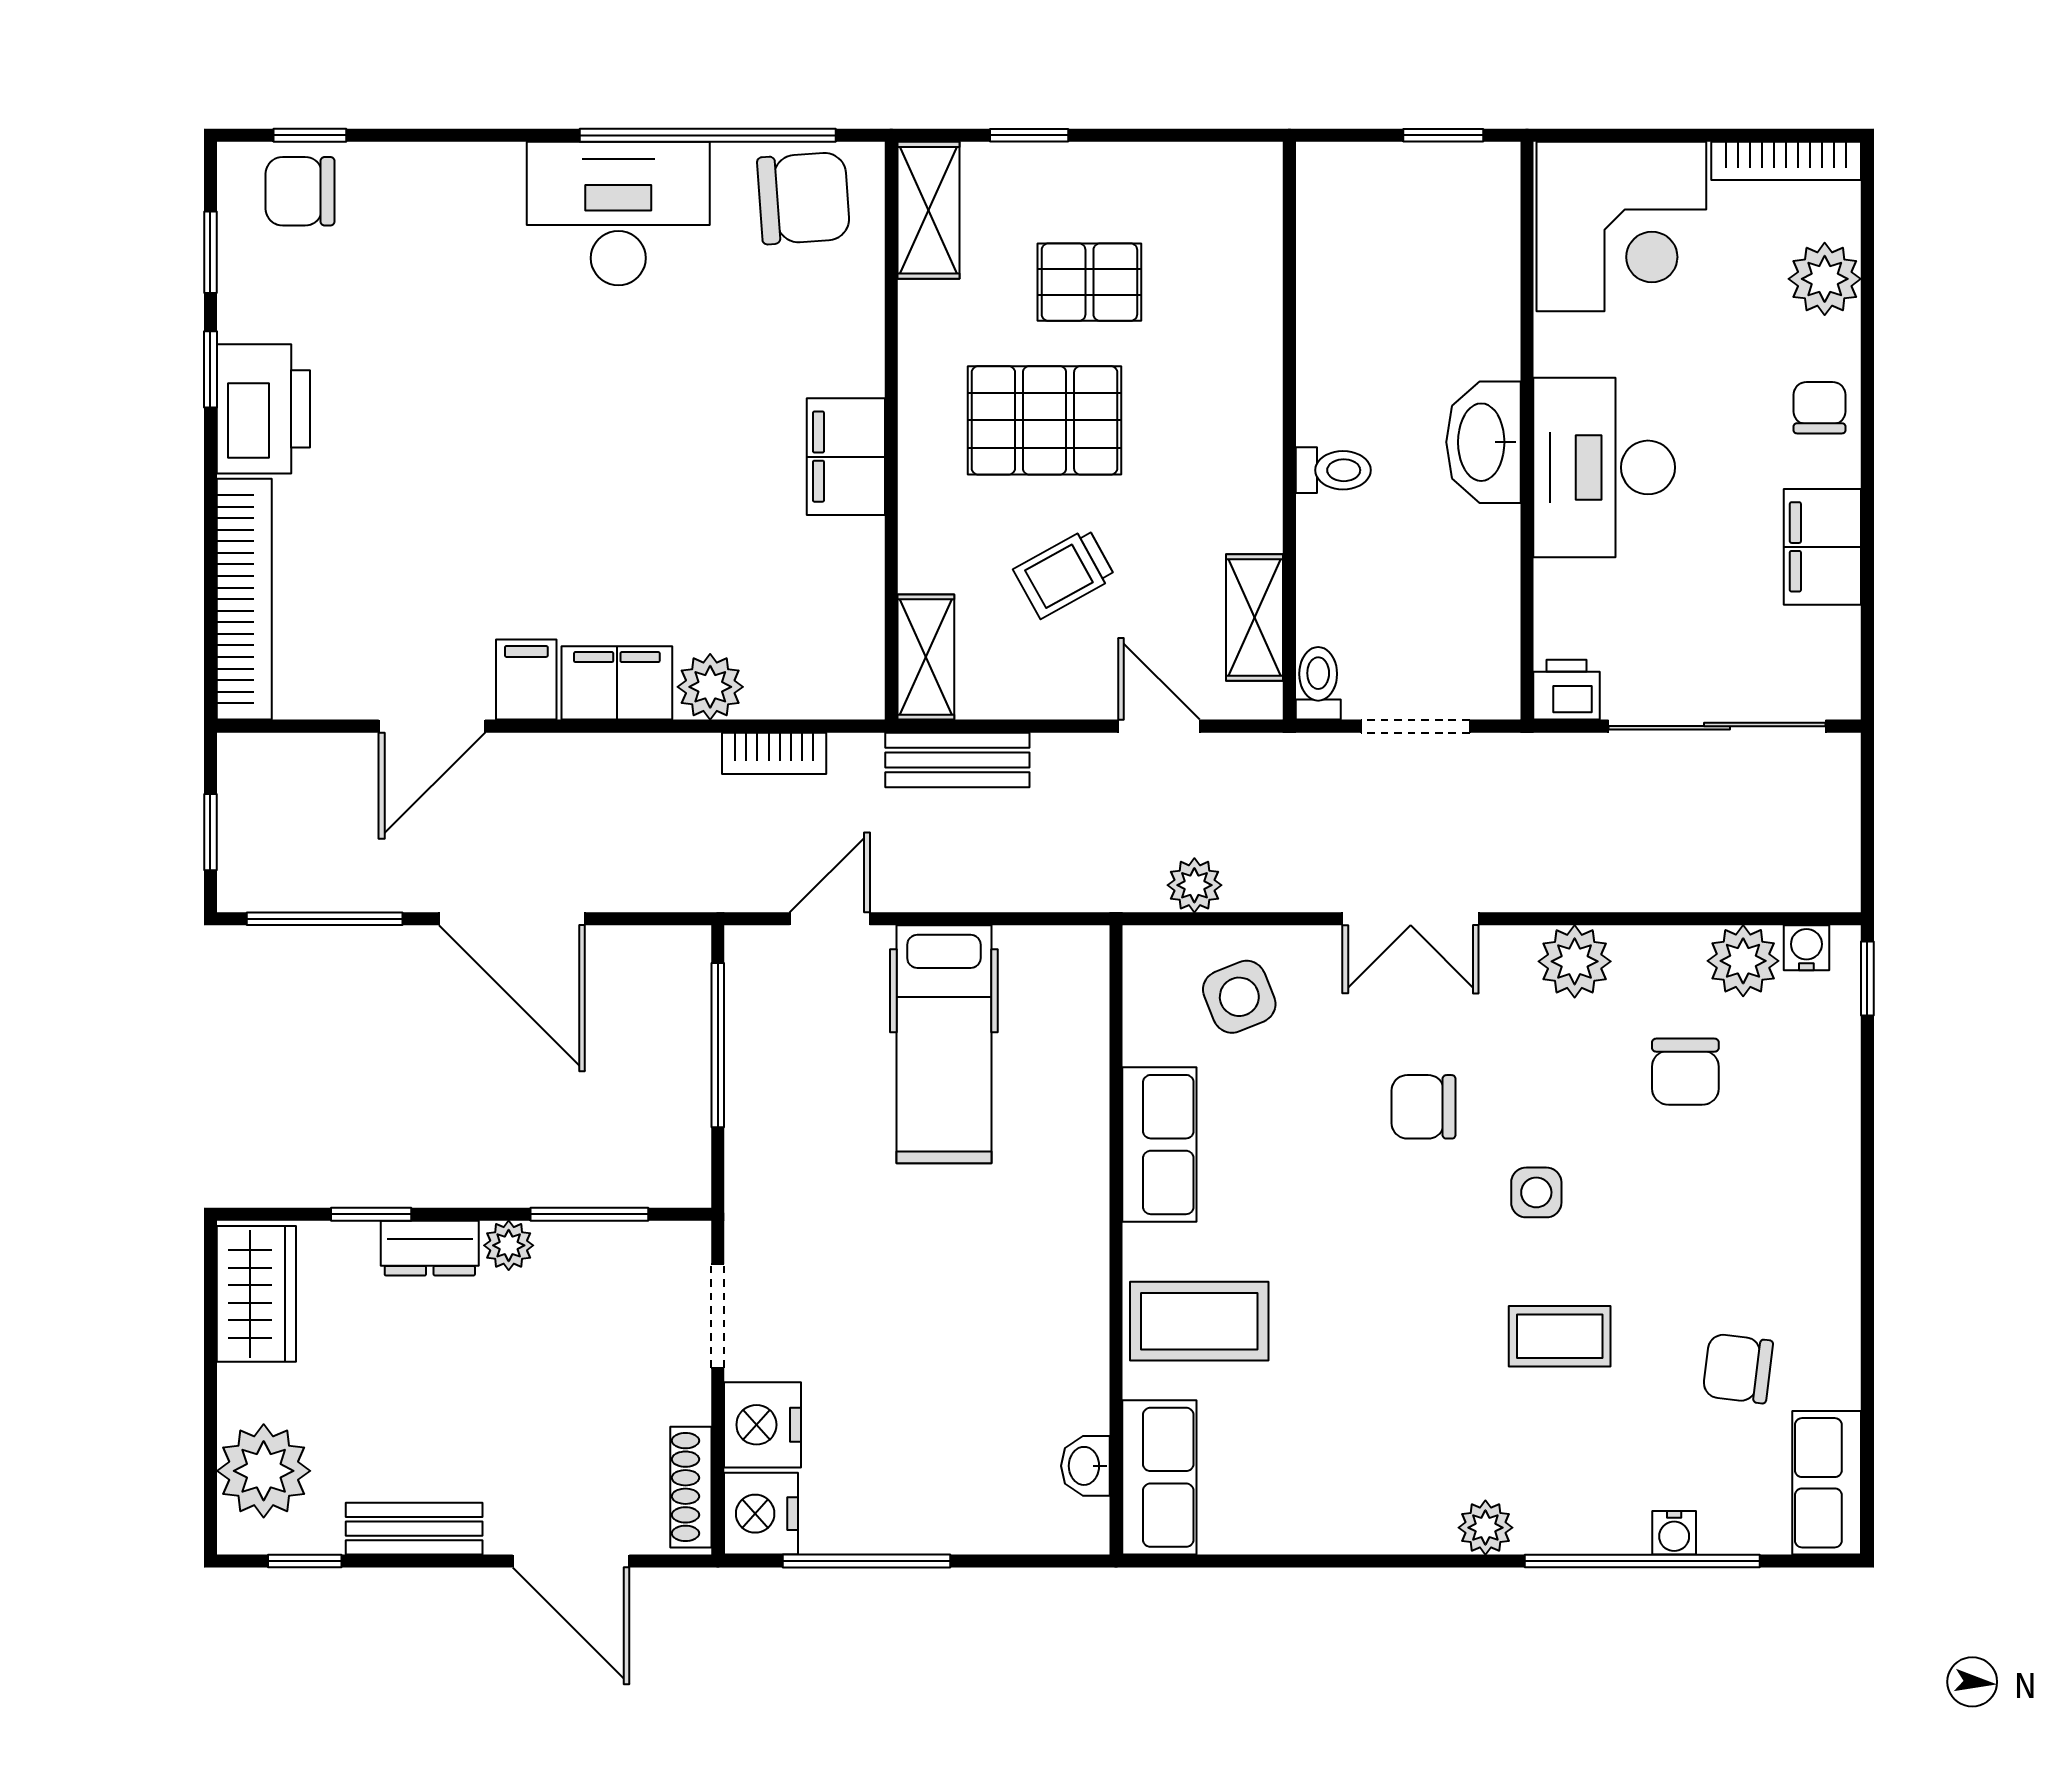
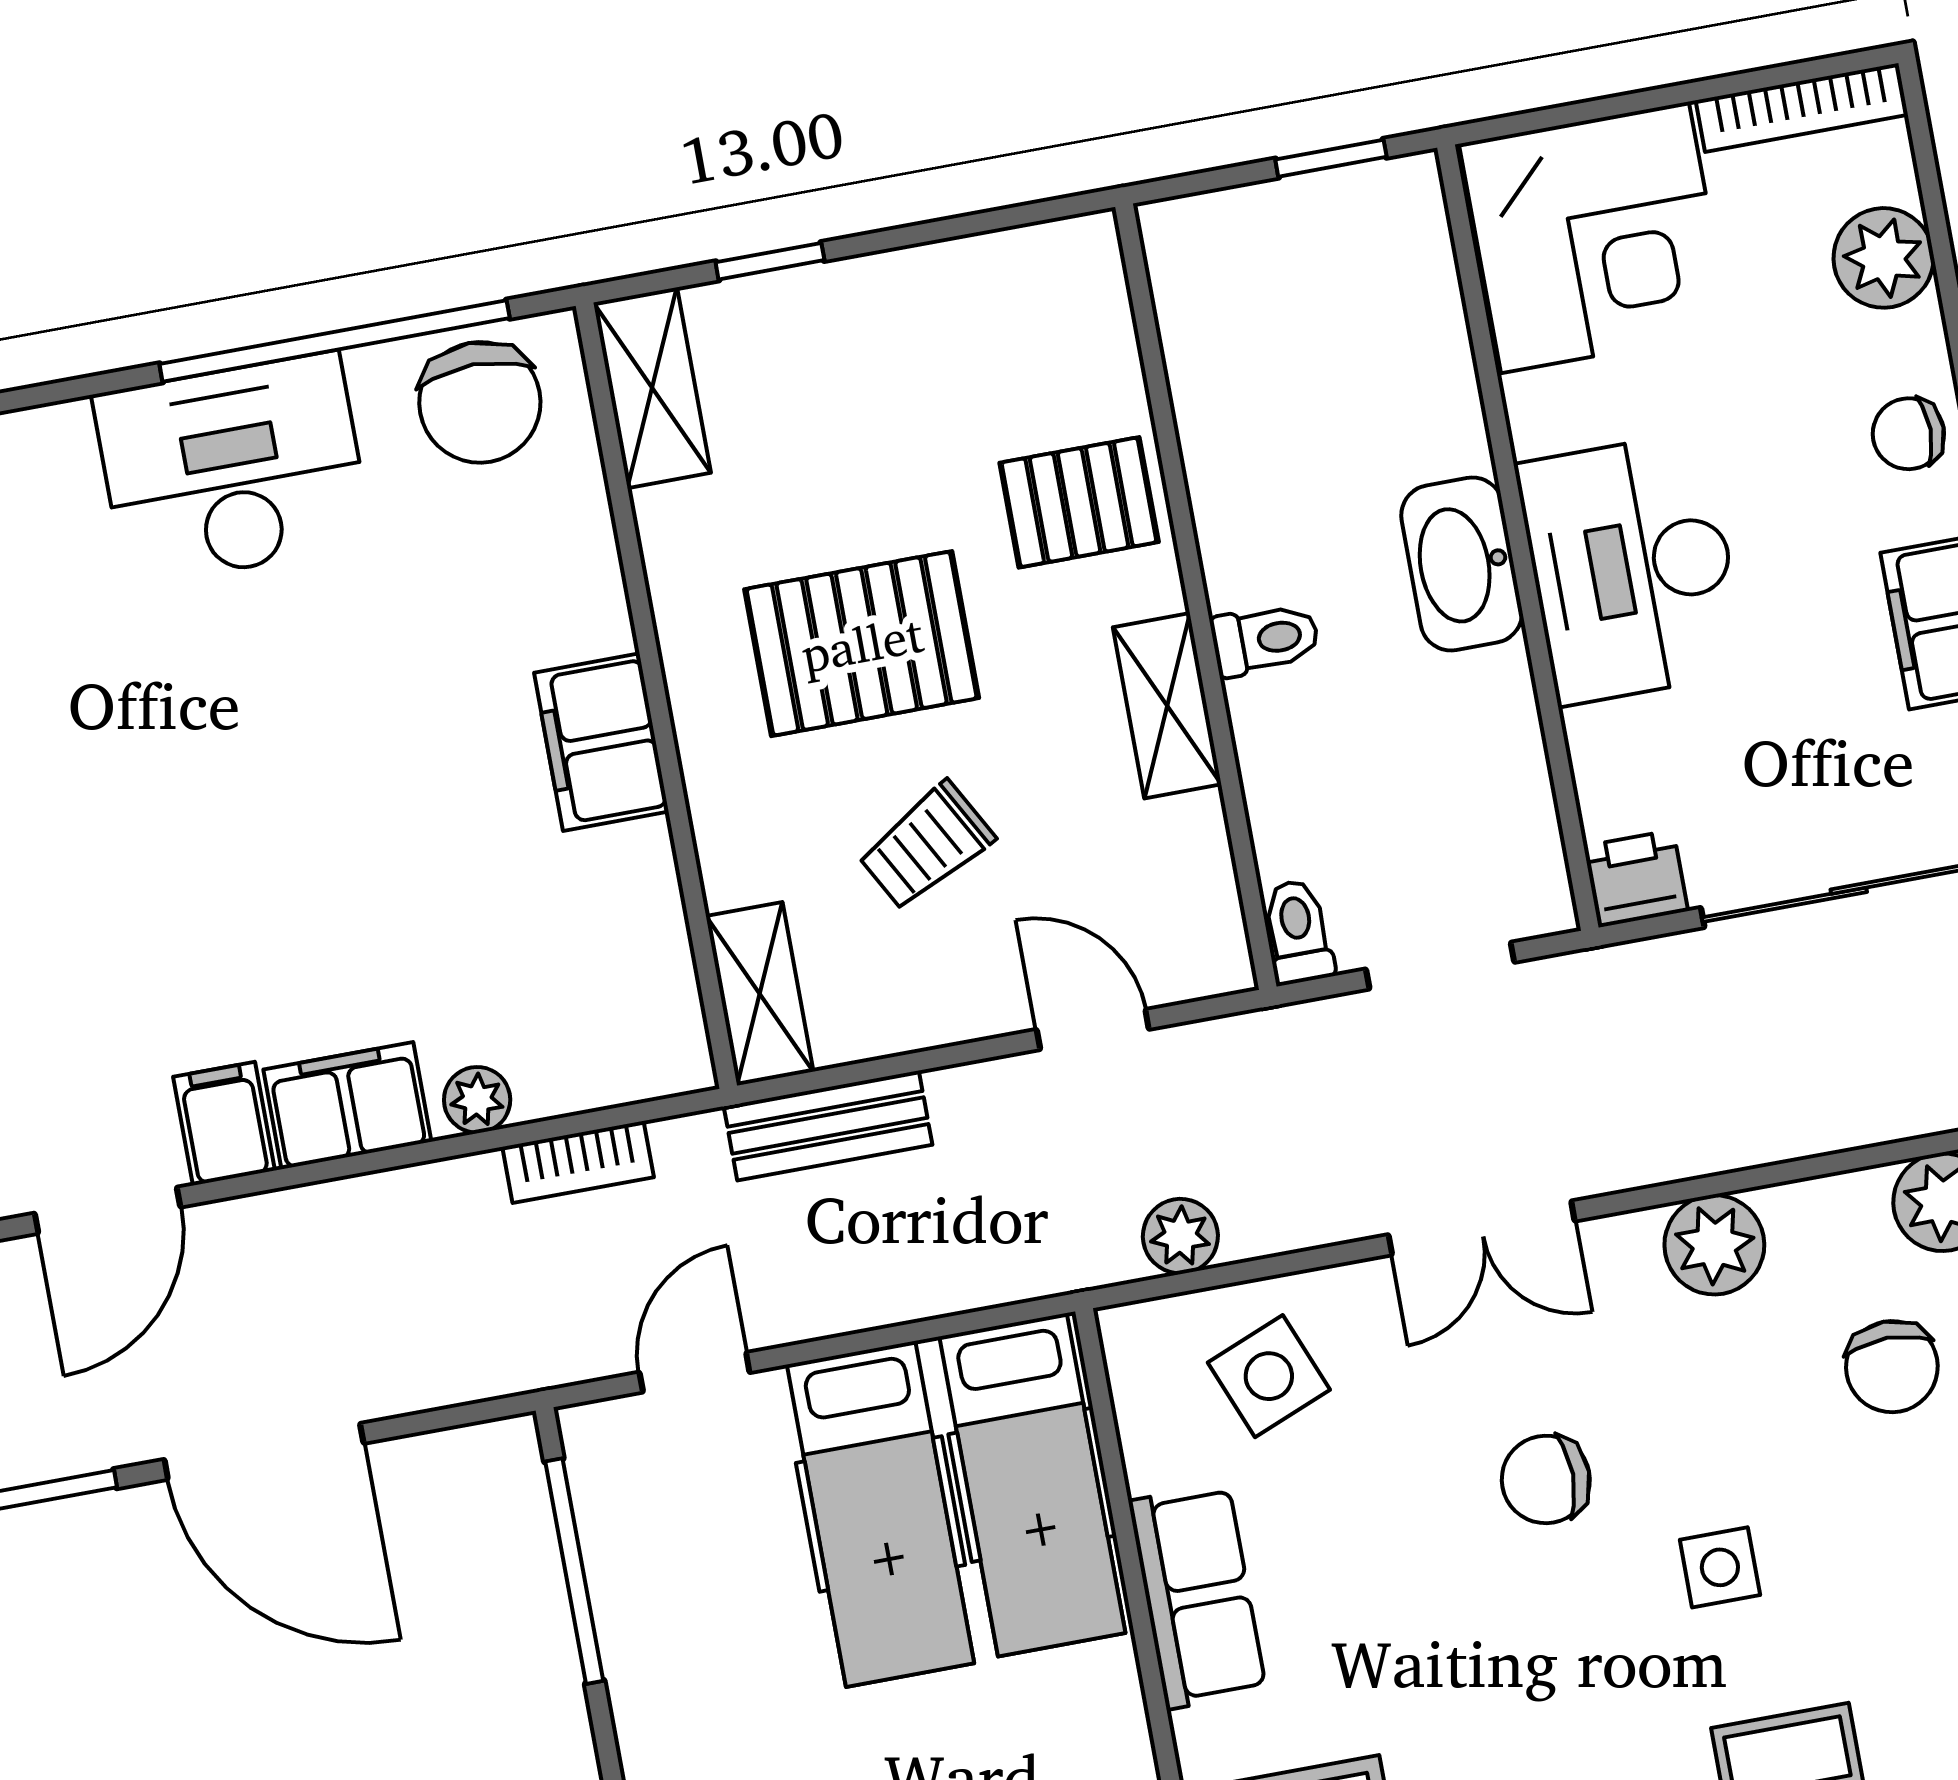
chair: (804, 198) -> (480, 402), turned 94
pallet: (1089, 282) -> (1079, 502), moved
chair: (1819, 408) -> (1908, 434), turned -90
shelving: (1255, 617) -> (1167, 706), moved
plant: (710, 687) -> (477, 1100), width x0.73, depth x0.73
hospital bed: (1056, 1043) -> (1032, 1485), added

